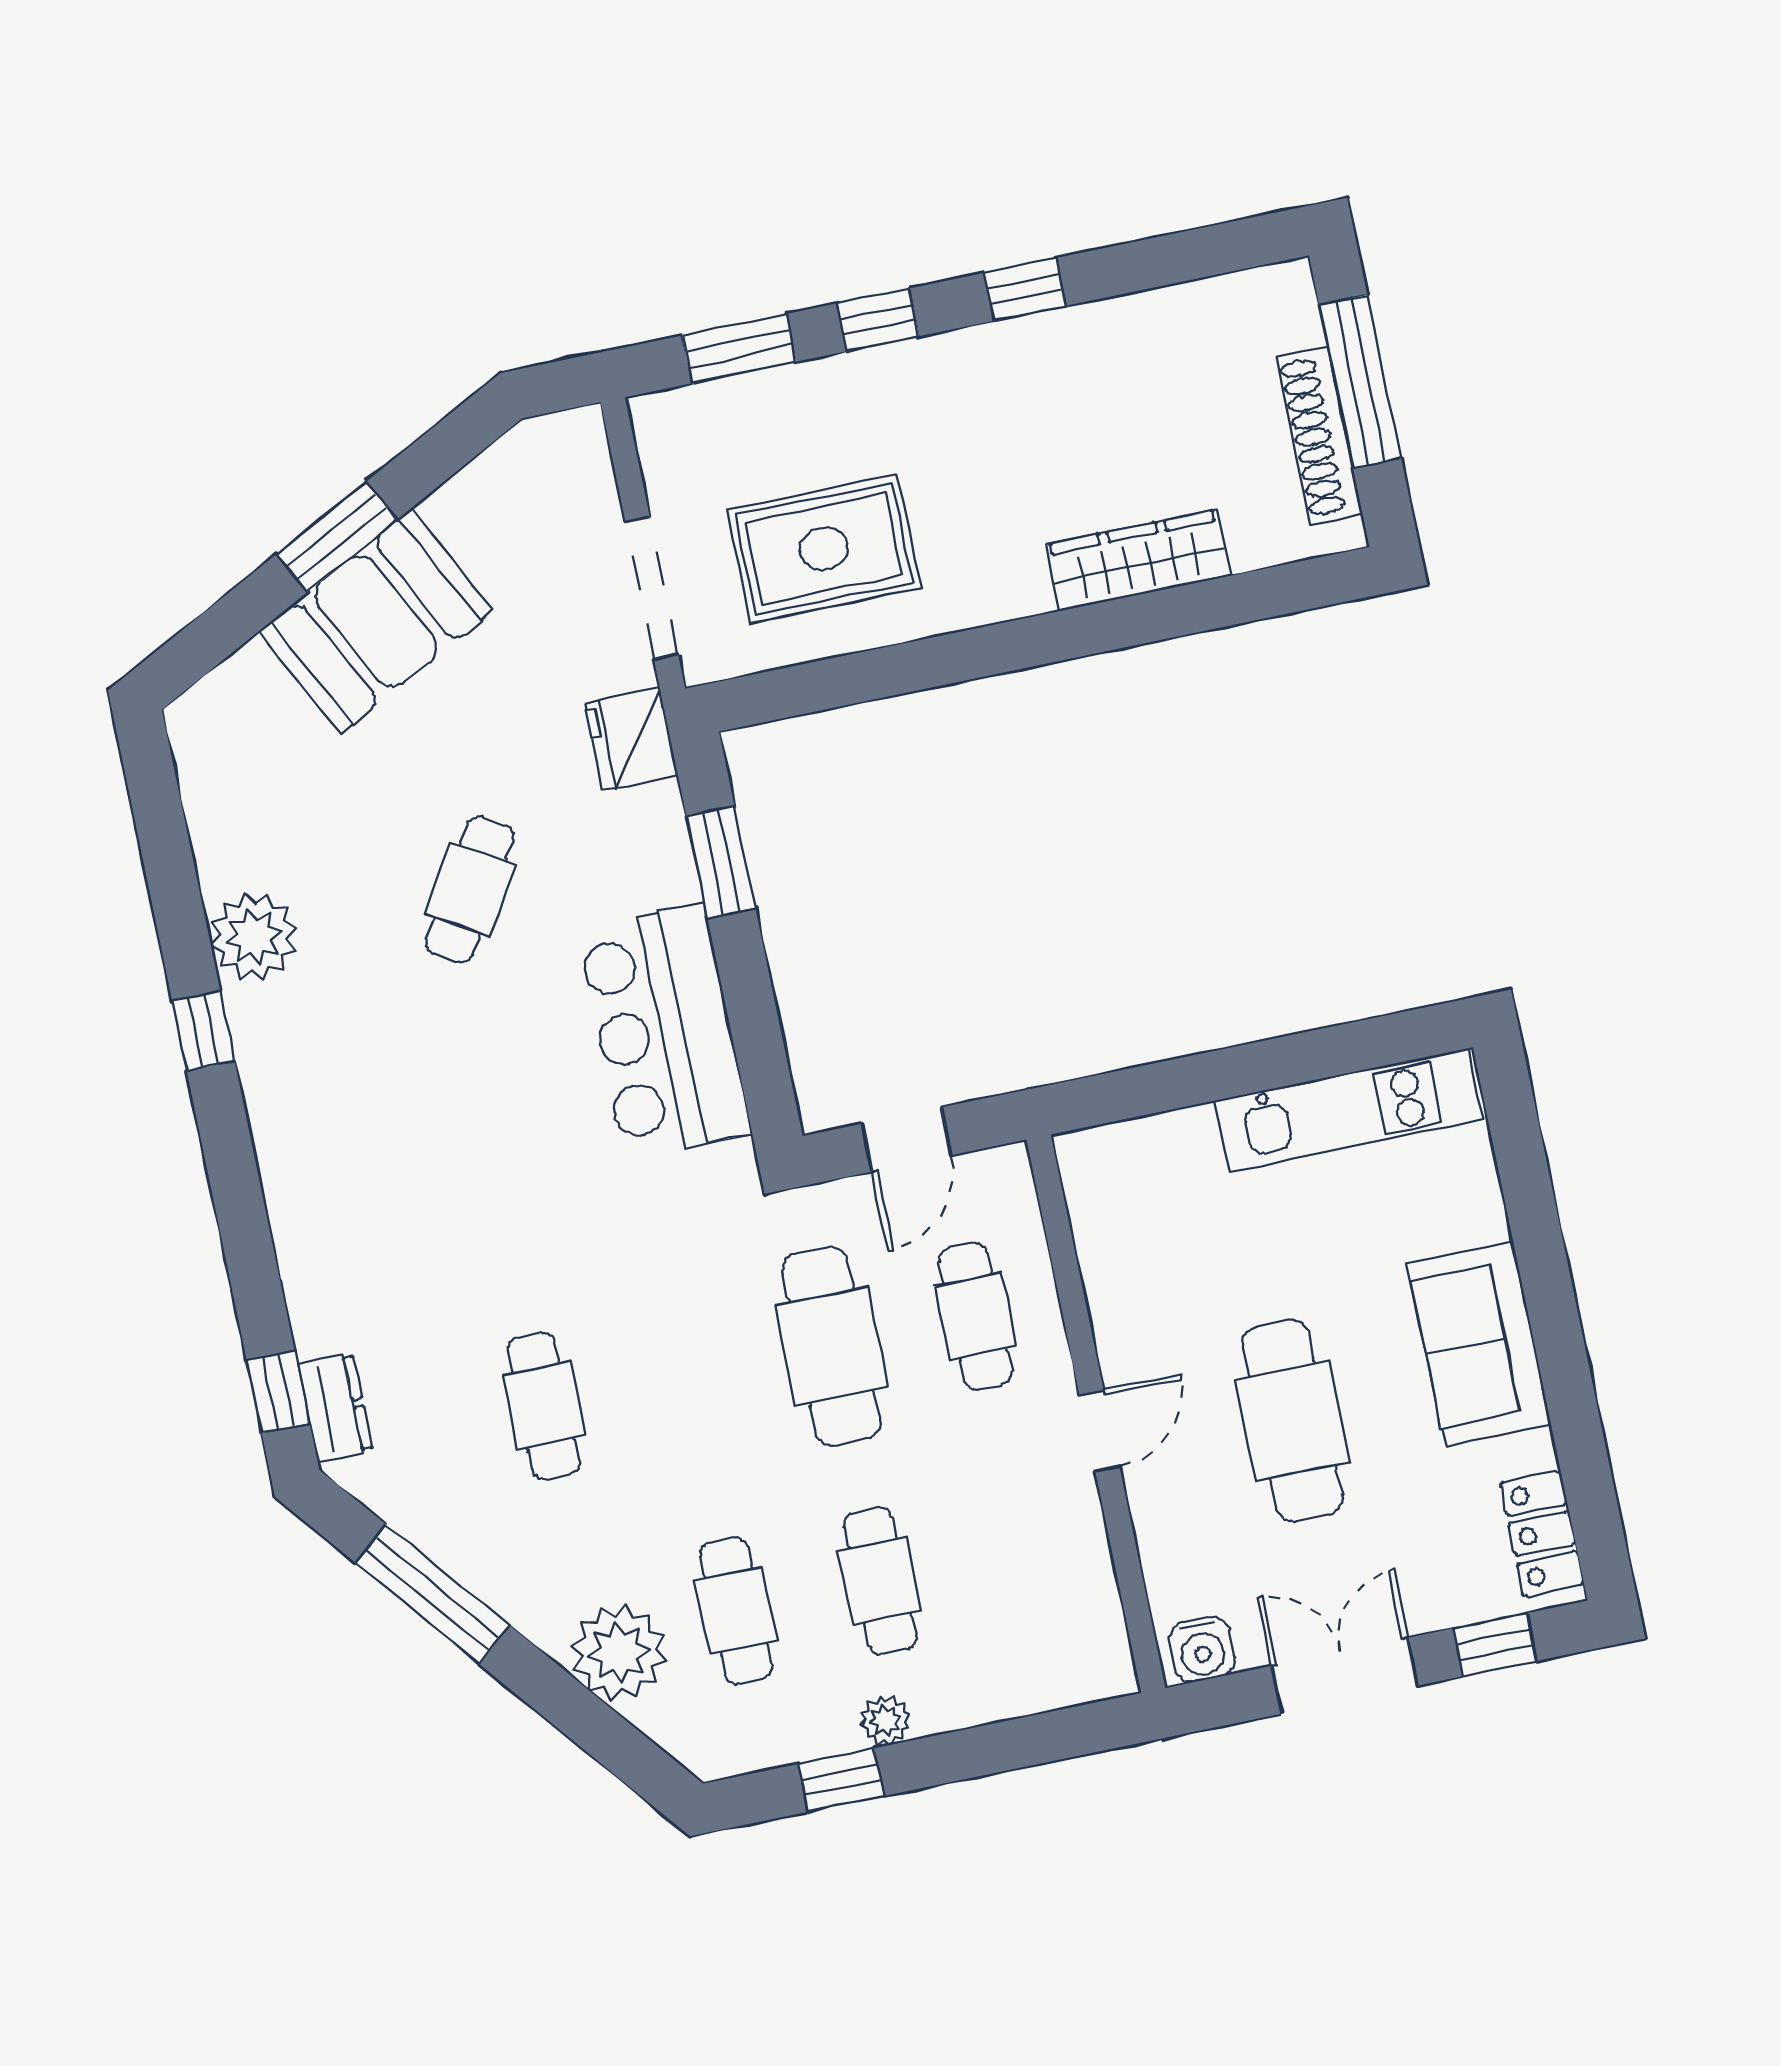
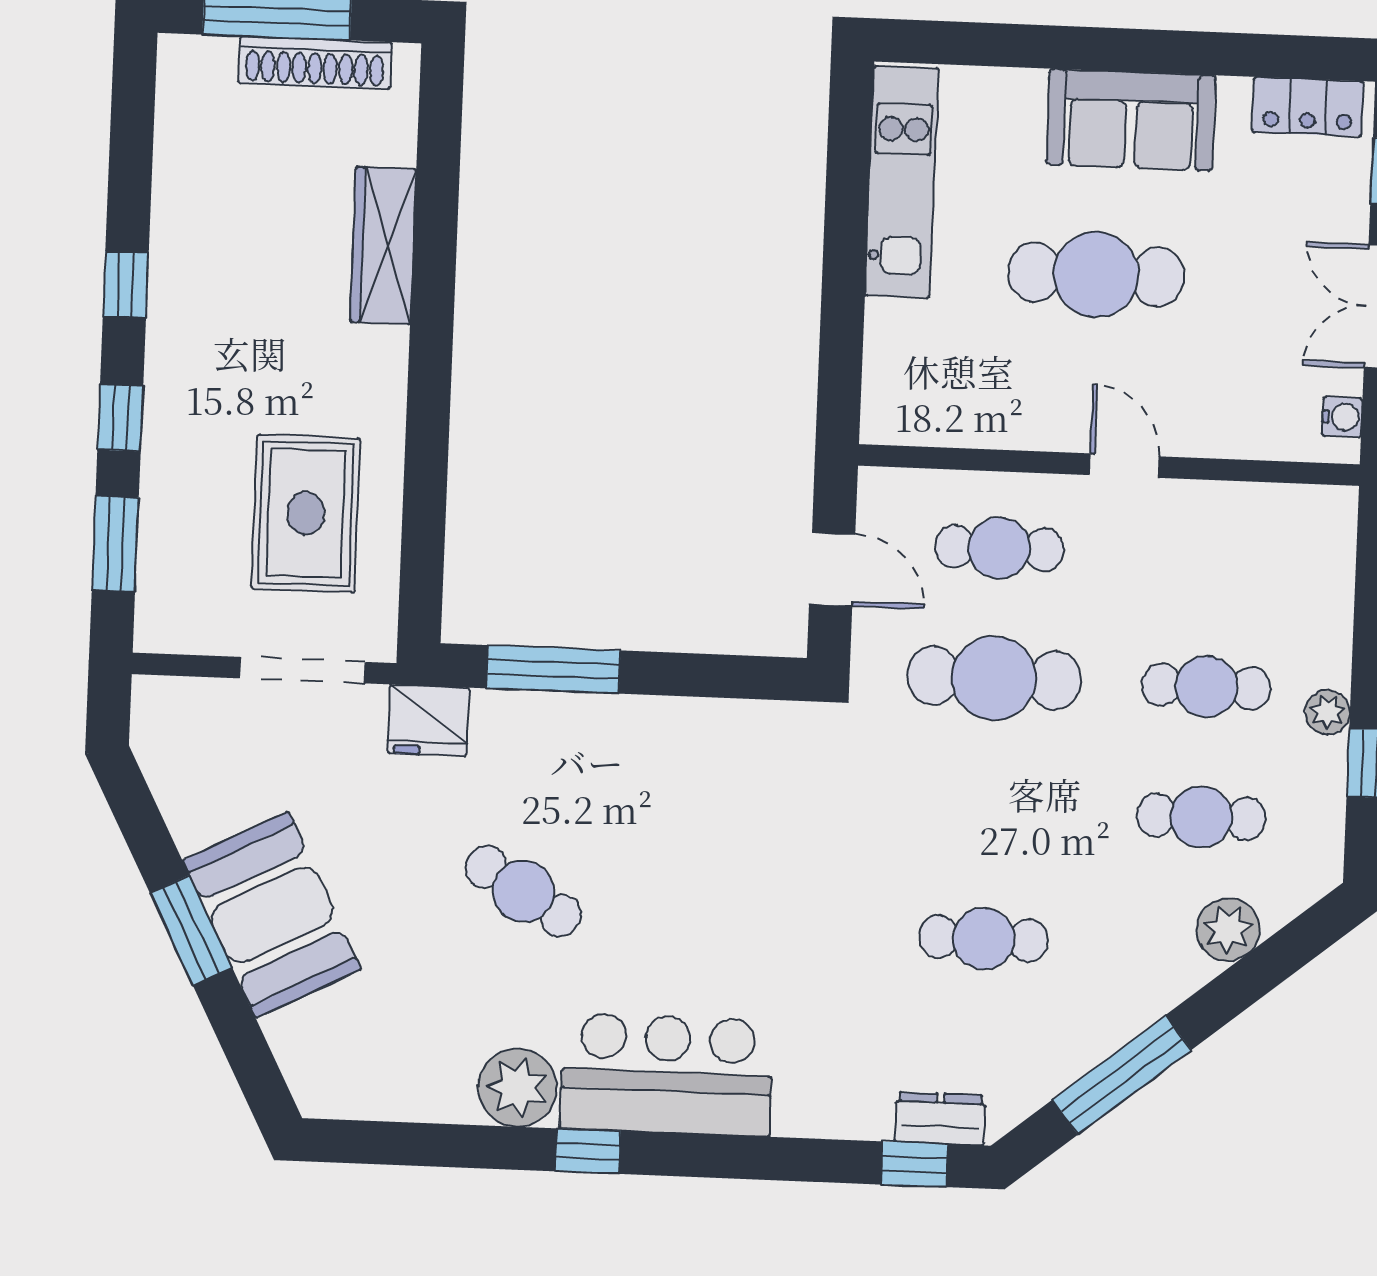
window: (721, 862) -> (553, 669), width x1.44
bar counter: (664, 1031) -> (667, 1074), moved, turned 180
cafe table: (1293, 1421) -> (1096, 275), moved
water cooler: (1202, 1649) -> (1342, 417), width x0.72, depth x0.72
plant: (618, 1652) -> (1228, 930), width x0.73, depth x0.73

